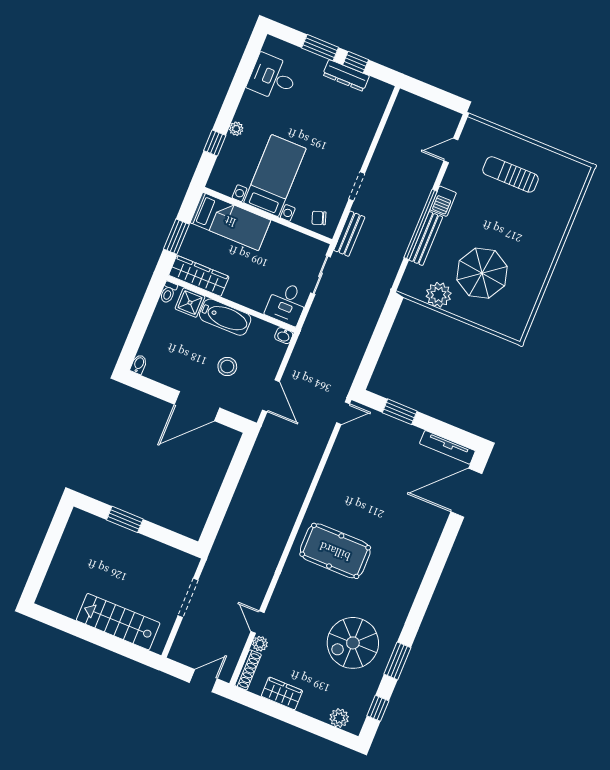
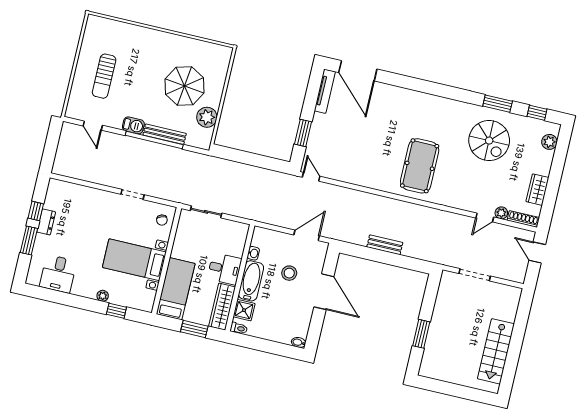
dresser: (346, 75) -> (46, 222), width x0.70
bench: (349, 234) -> (385, 245), moved
desk: (287, 303) -> (225, 269), moved
washbasin: (284, 336) -> (253, 253), moved
stairs: (118, 622) -> (496, 351), moved

